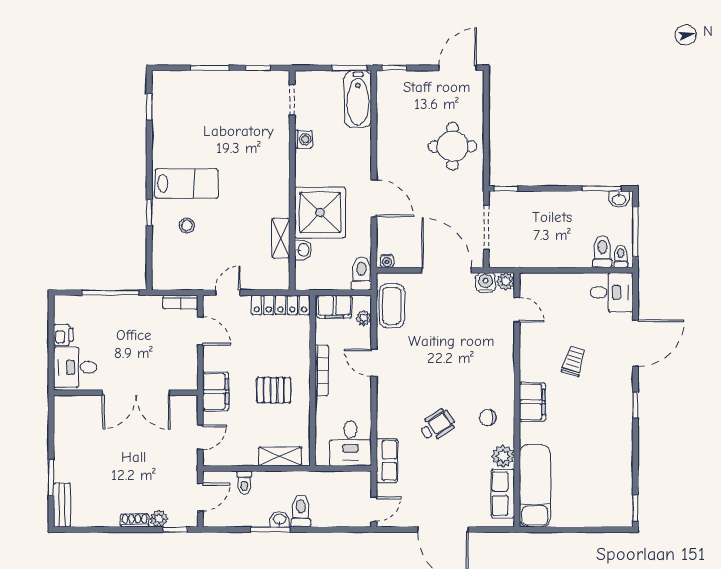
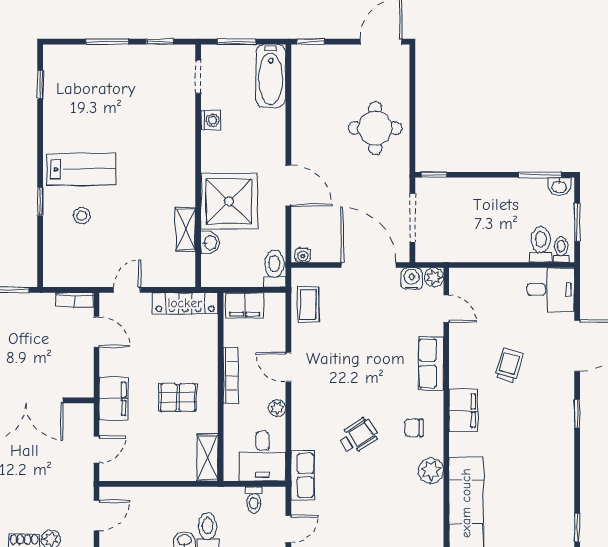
window: (349, 68) -> (237, 42), moved
window: (635, 231) -> (577, 222), width x0.69
coffee table: (392, 306) -> (308, 304), width x0.73, depth x0.77
plant: (364, 318) -> (277, 408), moved
shelving: (280, 456) -> (207, 458), moved, turned 90
toilet: (244, 483) -> (254, 500), moved
row of seats: (503, 494) -> (431, 363), moved

